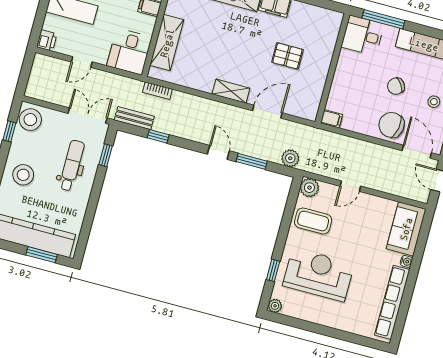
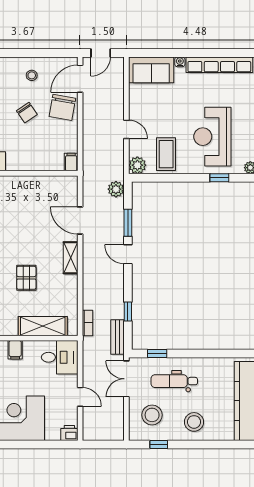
pallet: (287, 56) -> (26, 278), moved
stool: (30, 120) -> (152, 415), moved
door: (218, 152) -> (128, 254), hinge flipped

